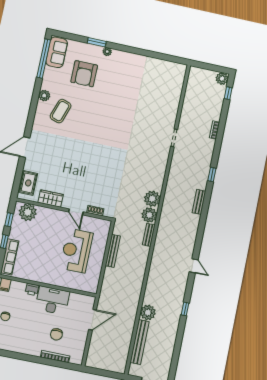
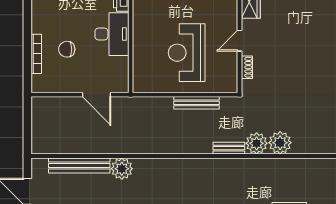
reception desk: (76, 251) -> (187, 53), turned -90

